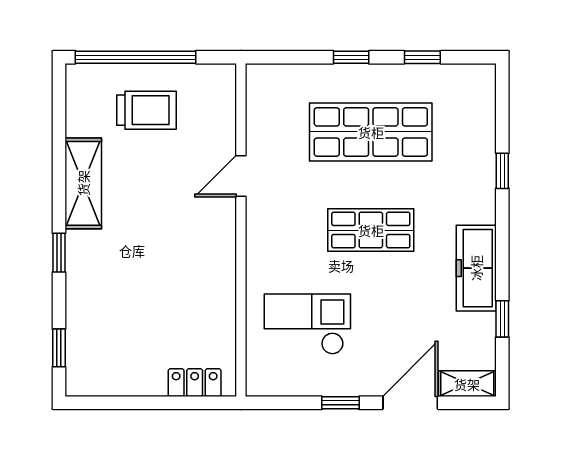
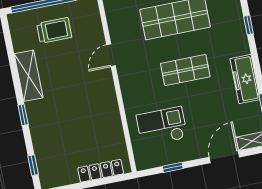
locker: (195, 383) -> (101, 171), width x1.53
window: (341, 403) -> (173, 167), moved

